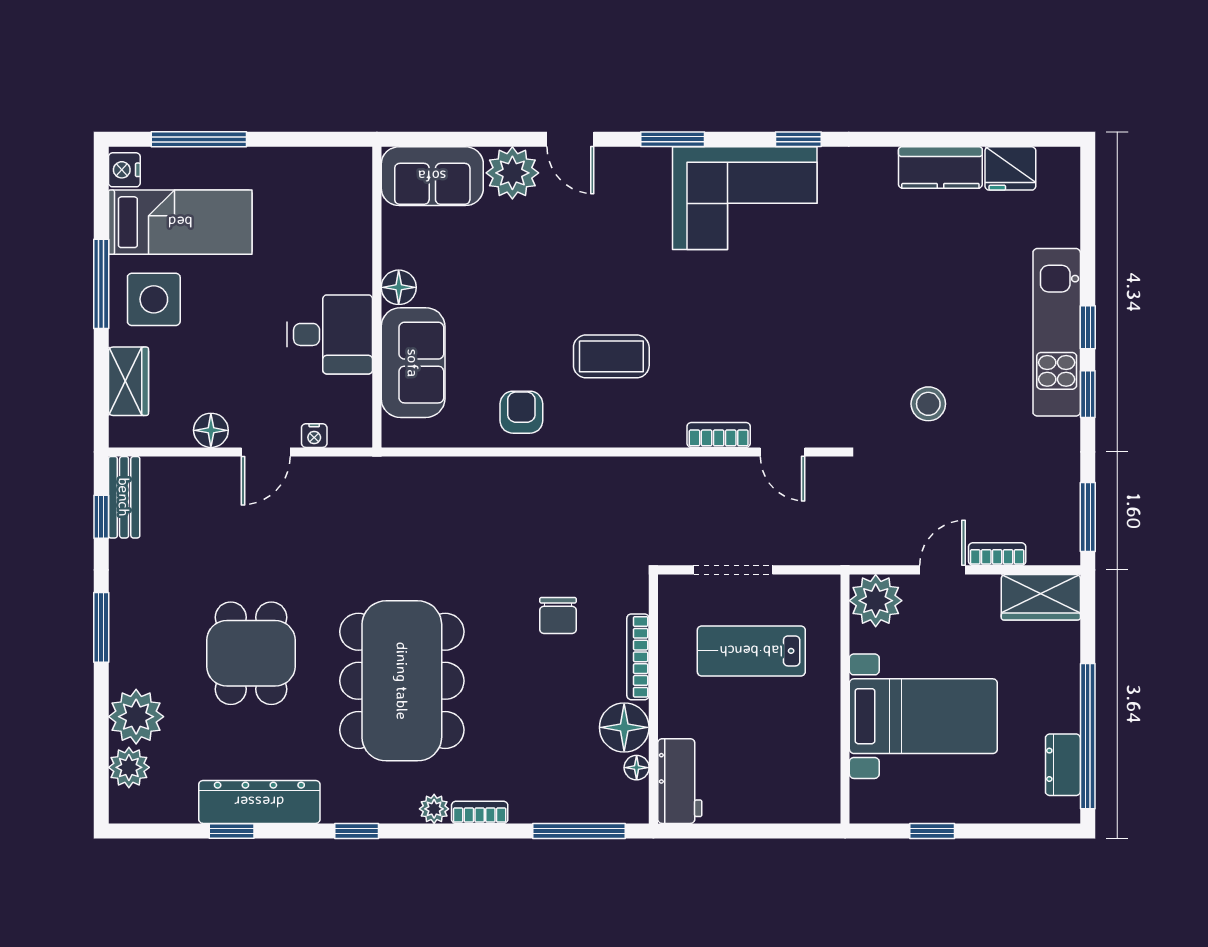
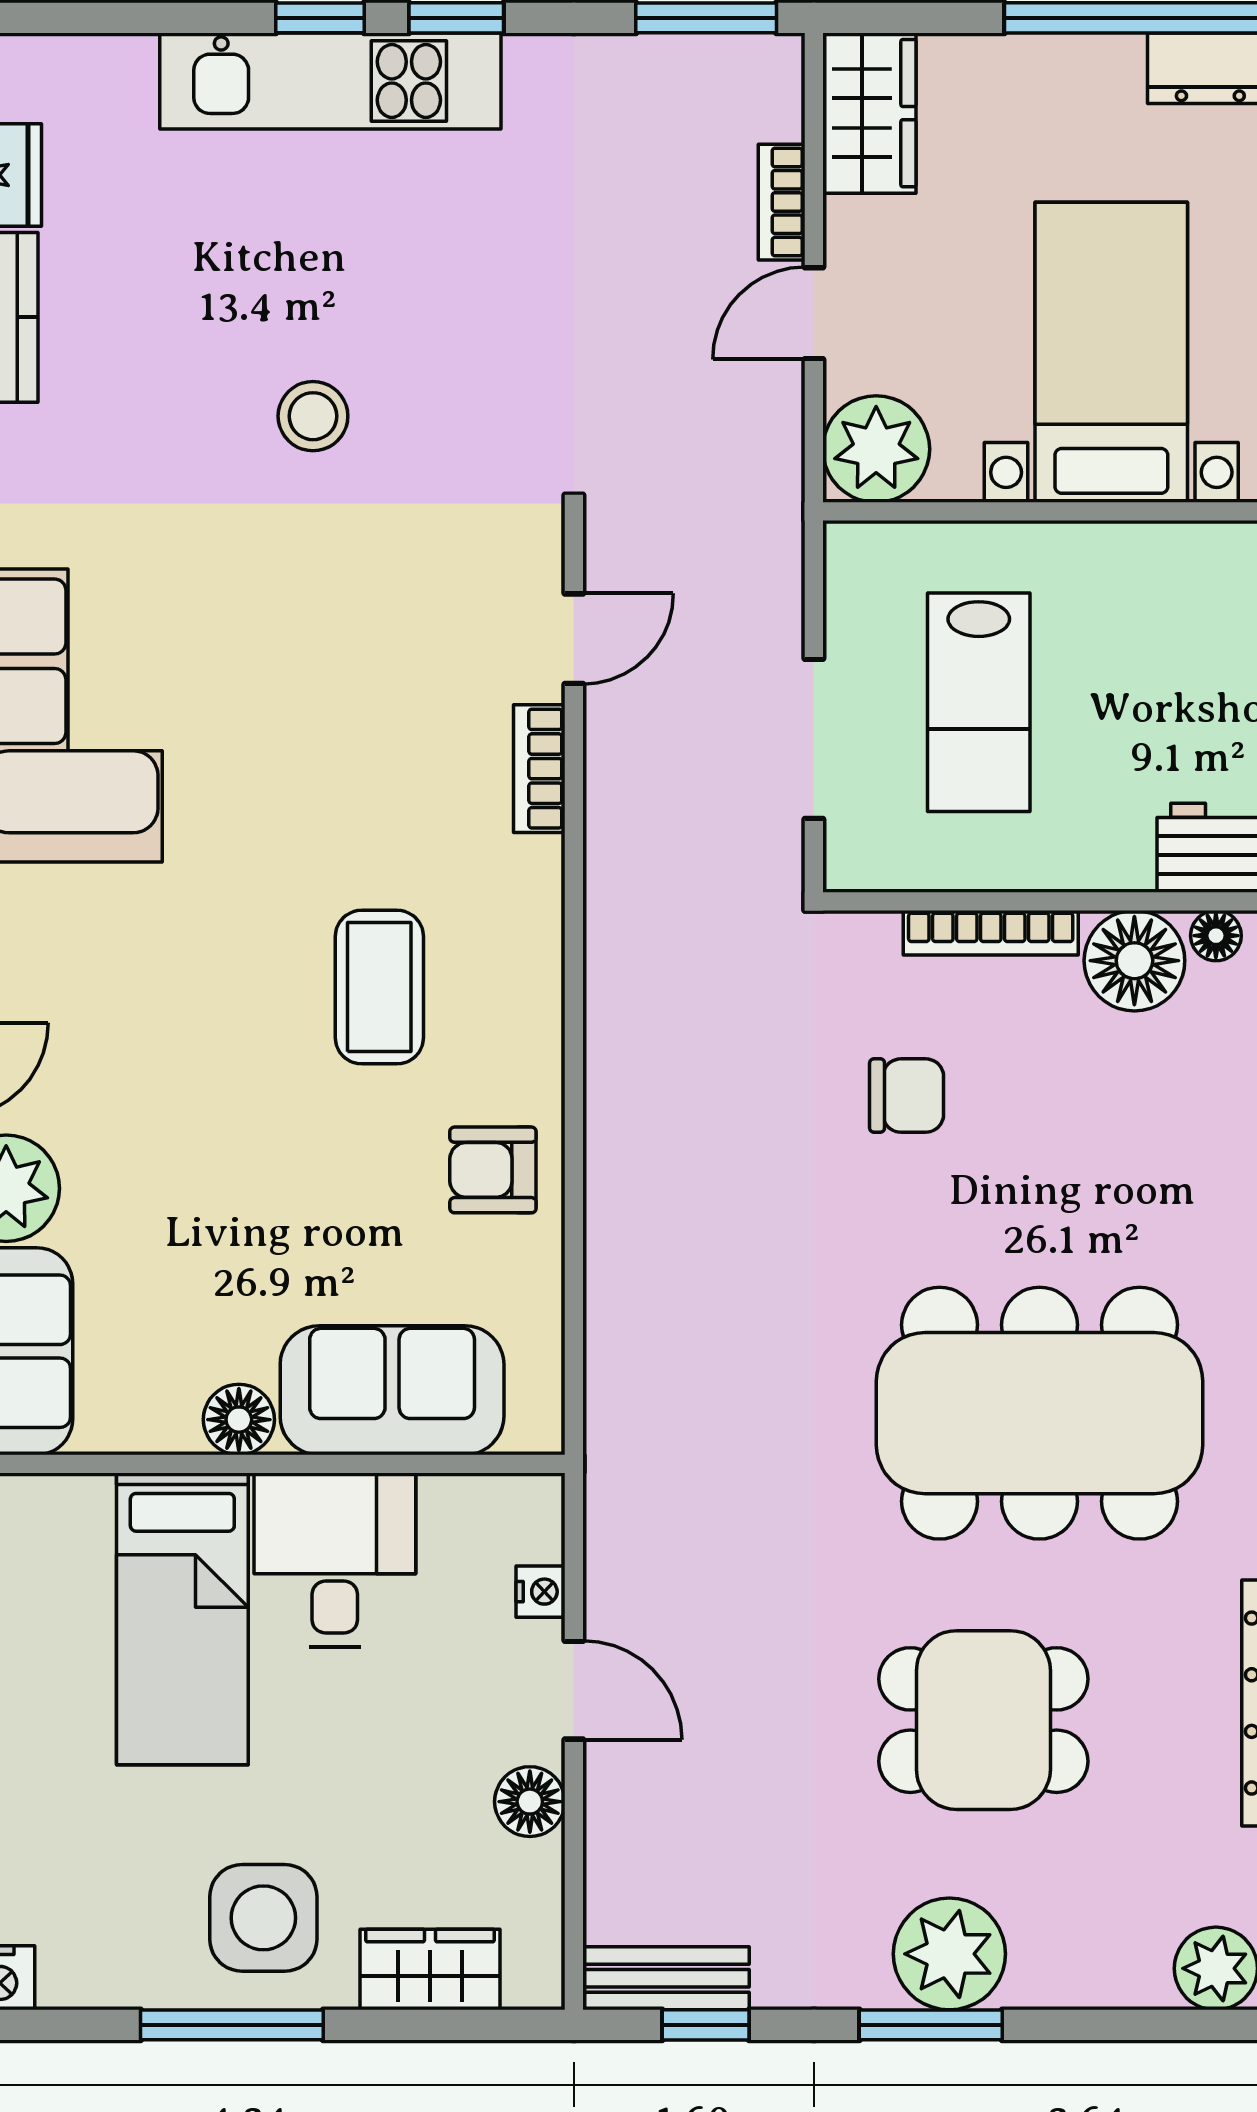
bed: (180, 222) -> (182, 1619), moved, turned 180
stool: (928, 404) -> (313, 416), moved
door: (942, 570) -> (814, 313), hinge flipped
plant: (136, 717) -> (949, 1954), moved

